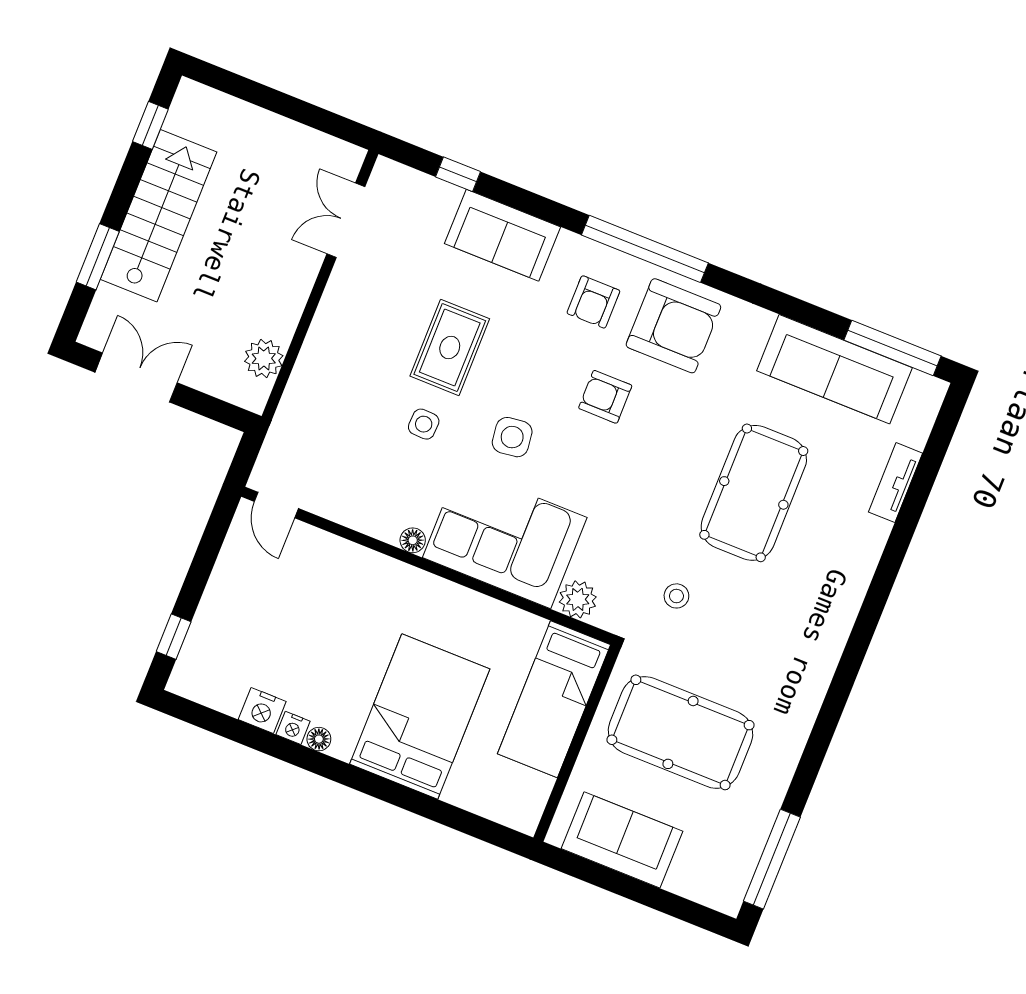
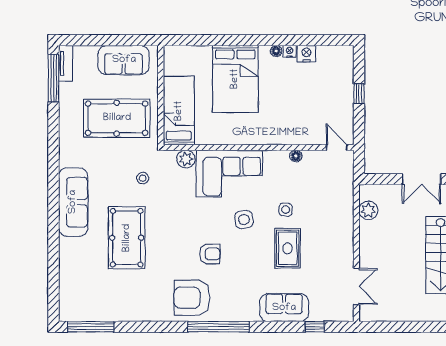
armchair: (593, 302) -> (232, 294), removed
sofa: (834, 369) -> (73, 202), moved, turned 90
tv unit: (895, 483) -> (65, 63), moved
floor lamp: (413, 540) -> (296, 156), moved
window: (174, 637) -> (359, 94), moved

